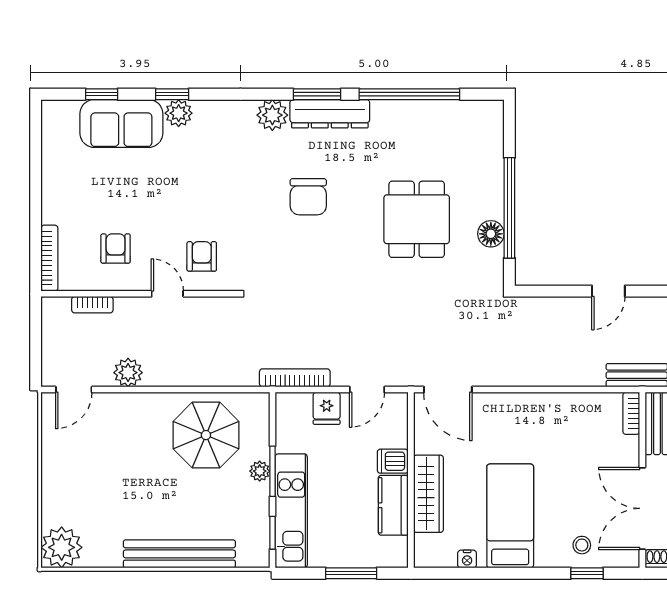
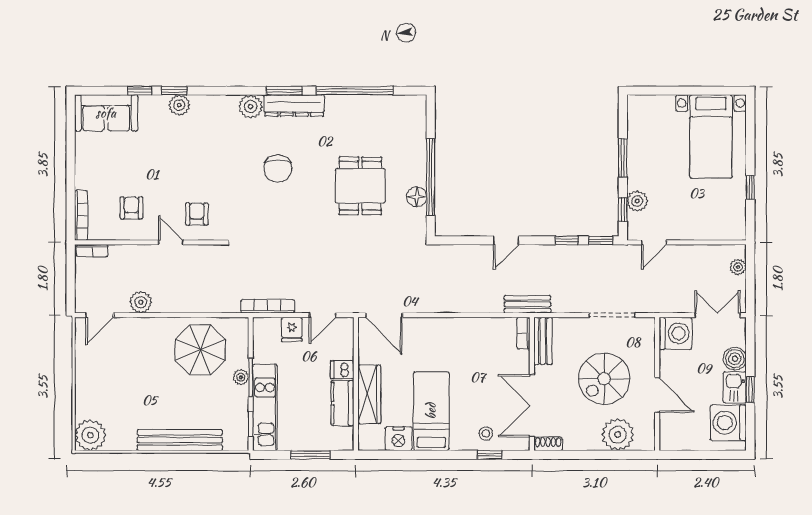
window: (102, 94) -> (140, 91), moved
sofa: (121, 123) -> (106, 113), moved
bookcase: (92, 305) -> (92, 251), moved
nightstand: (467, 559) -> (399, 439), width x1.89, depth x1.79

